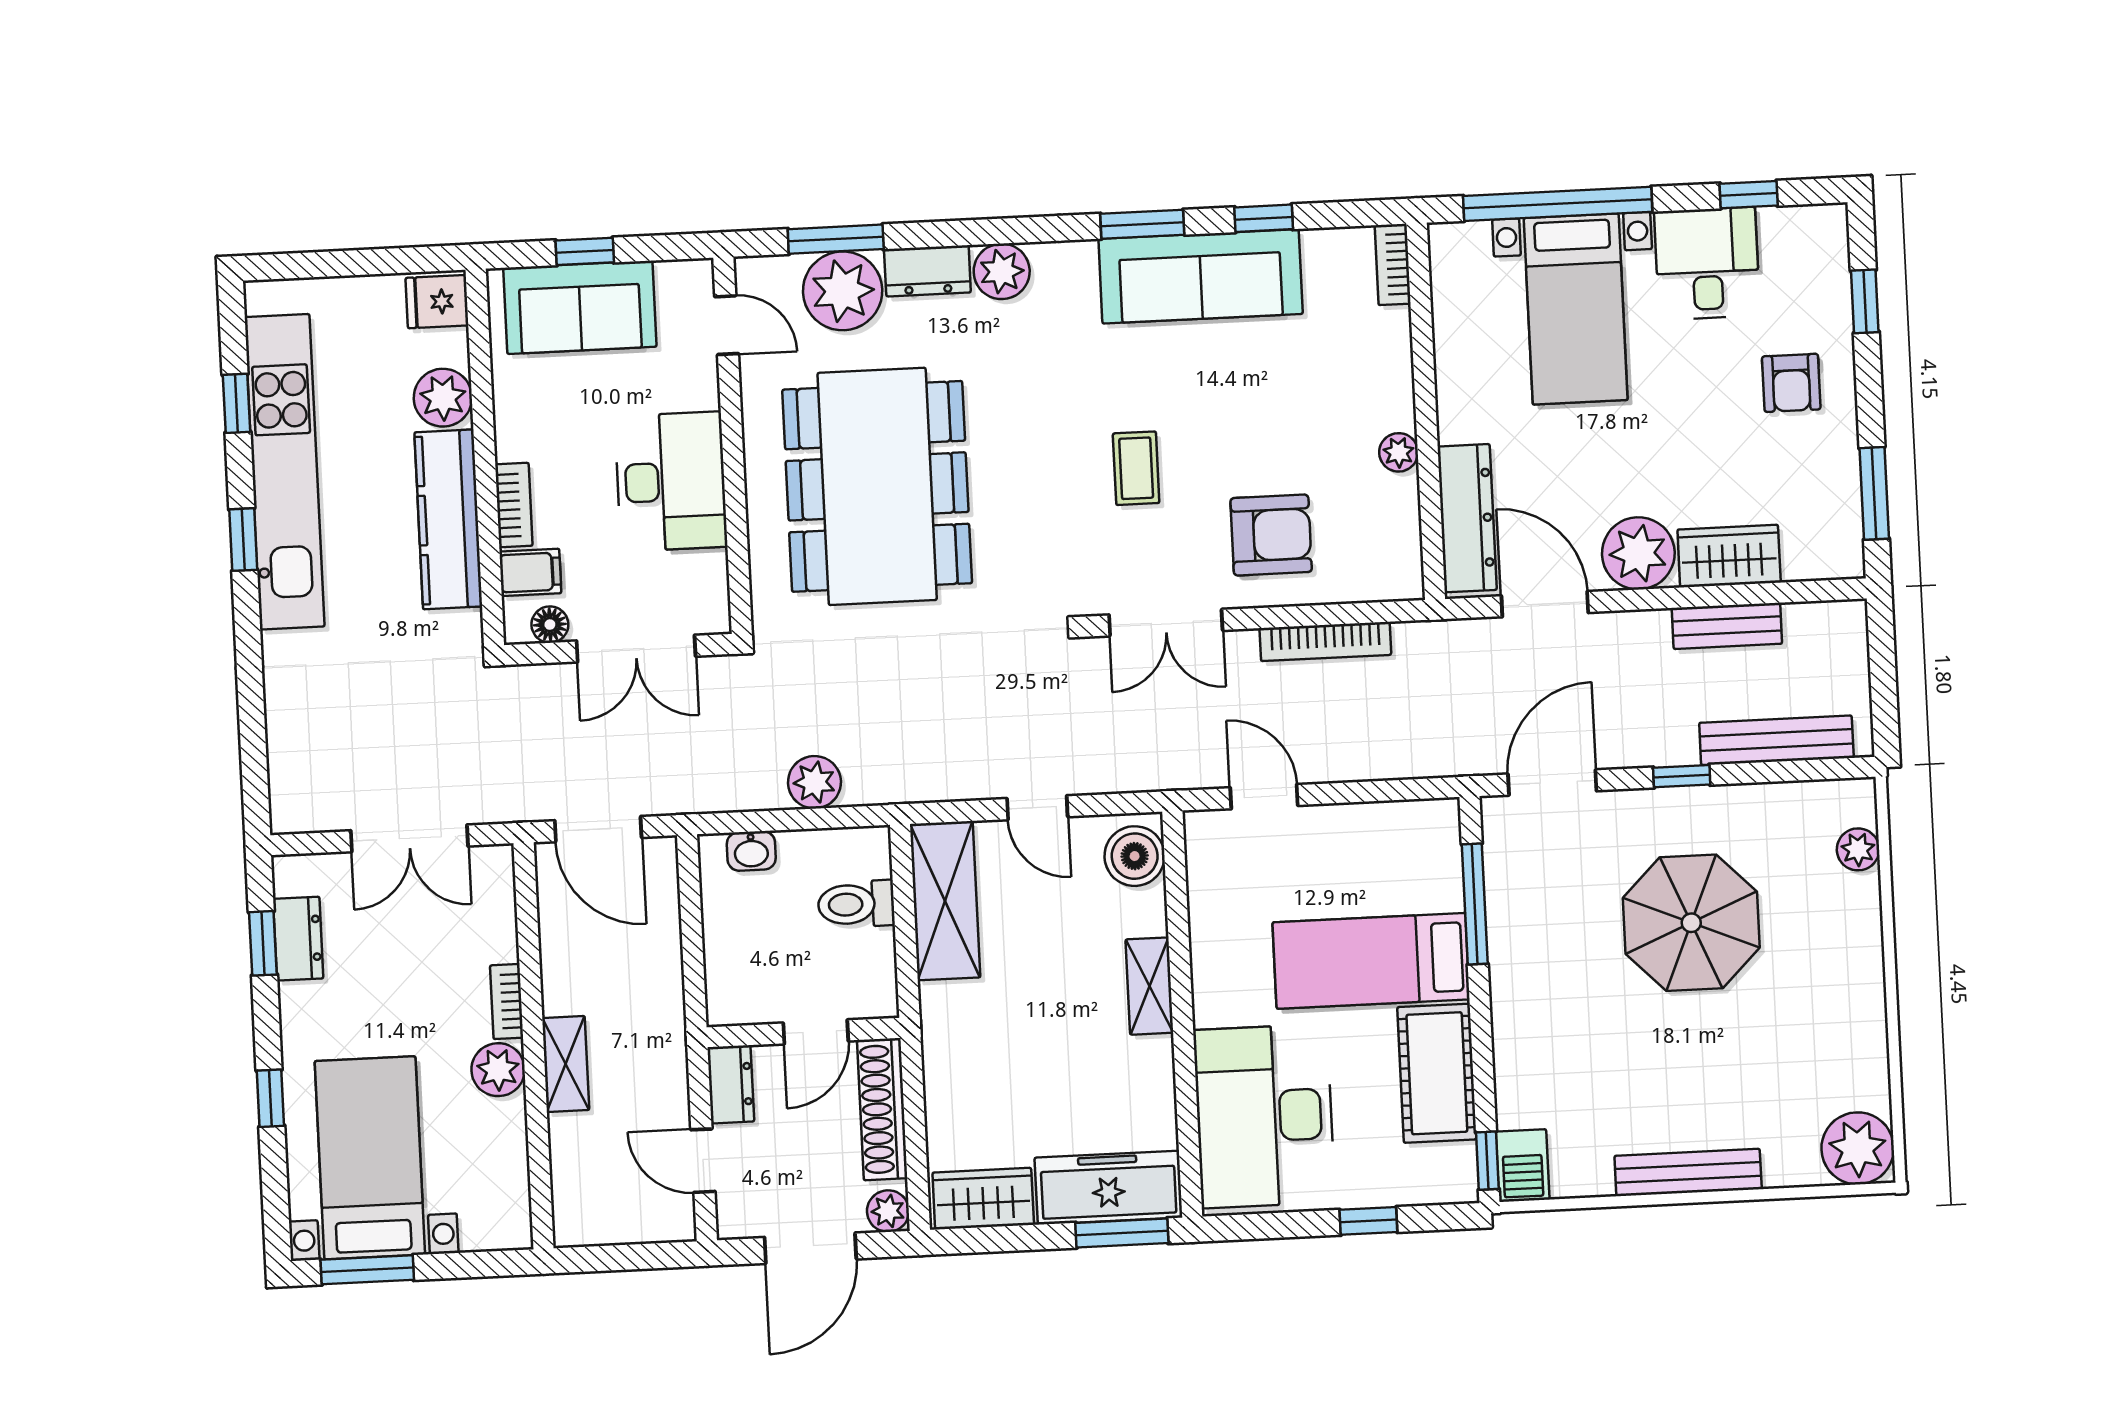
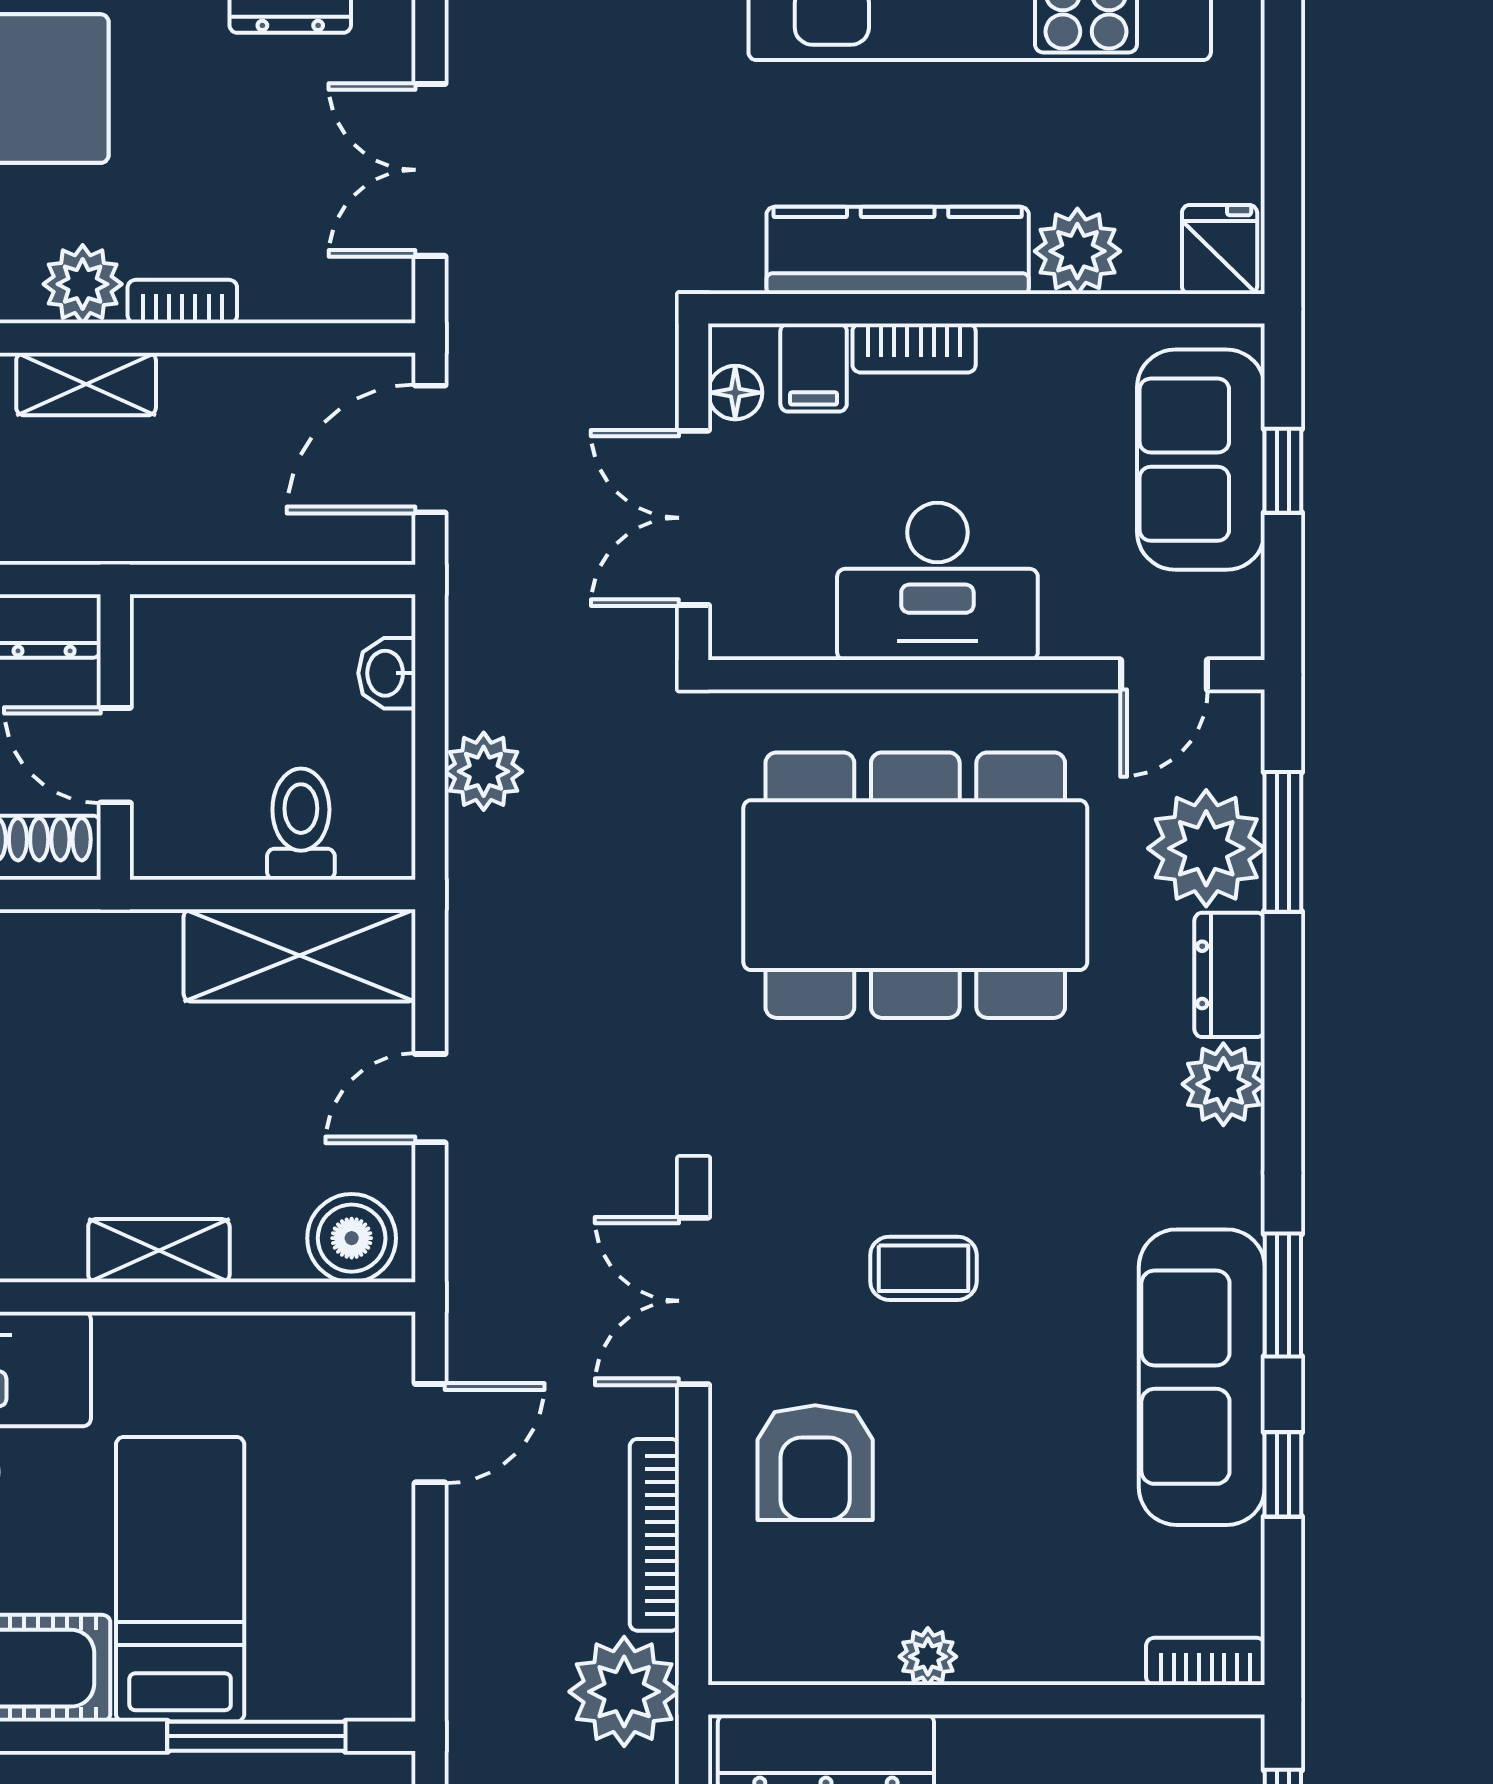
plant: (1432, 657) -> (624, 1692), added

